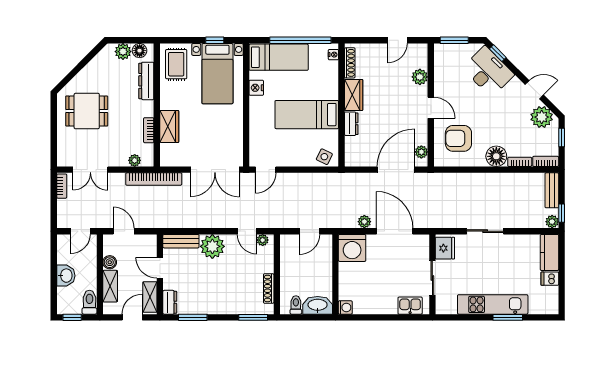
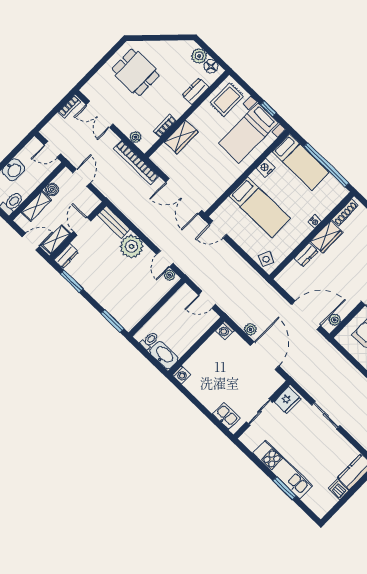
nightstand: (333, 55) -> (315, 222), moved
dresser: (146, 81) -> (196, 91), width x0.70
bed: (307, 115) -> (260, 207), moved, turned 180
washing machine: (352, 248) -> (225, 331), width x0.53, depth x0.53
shoe rack: (269, 288) -> (142, 312), removed

